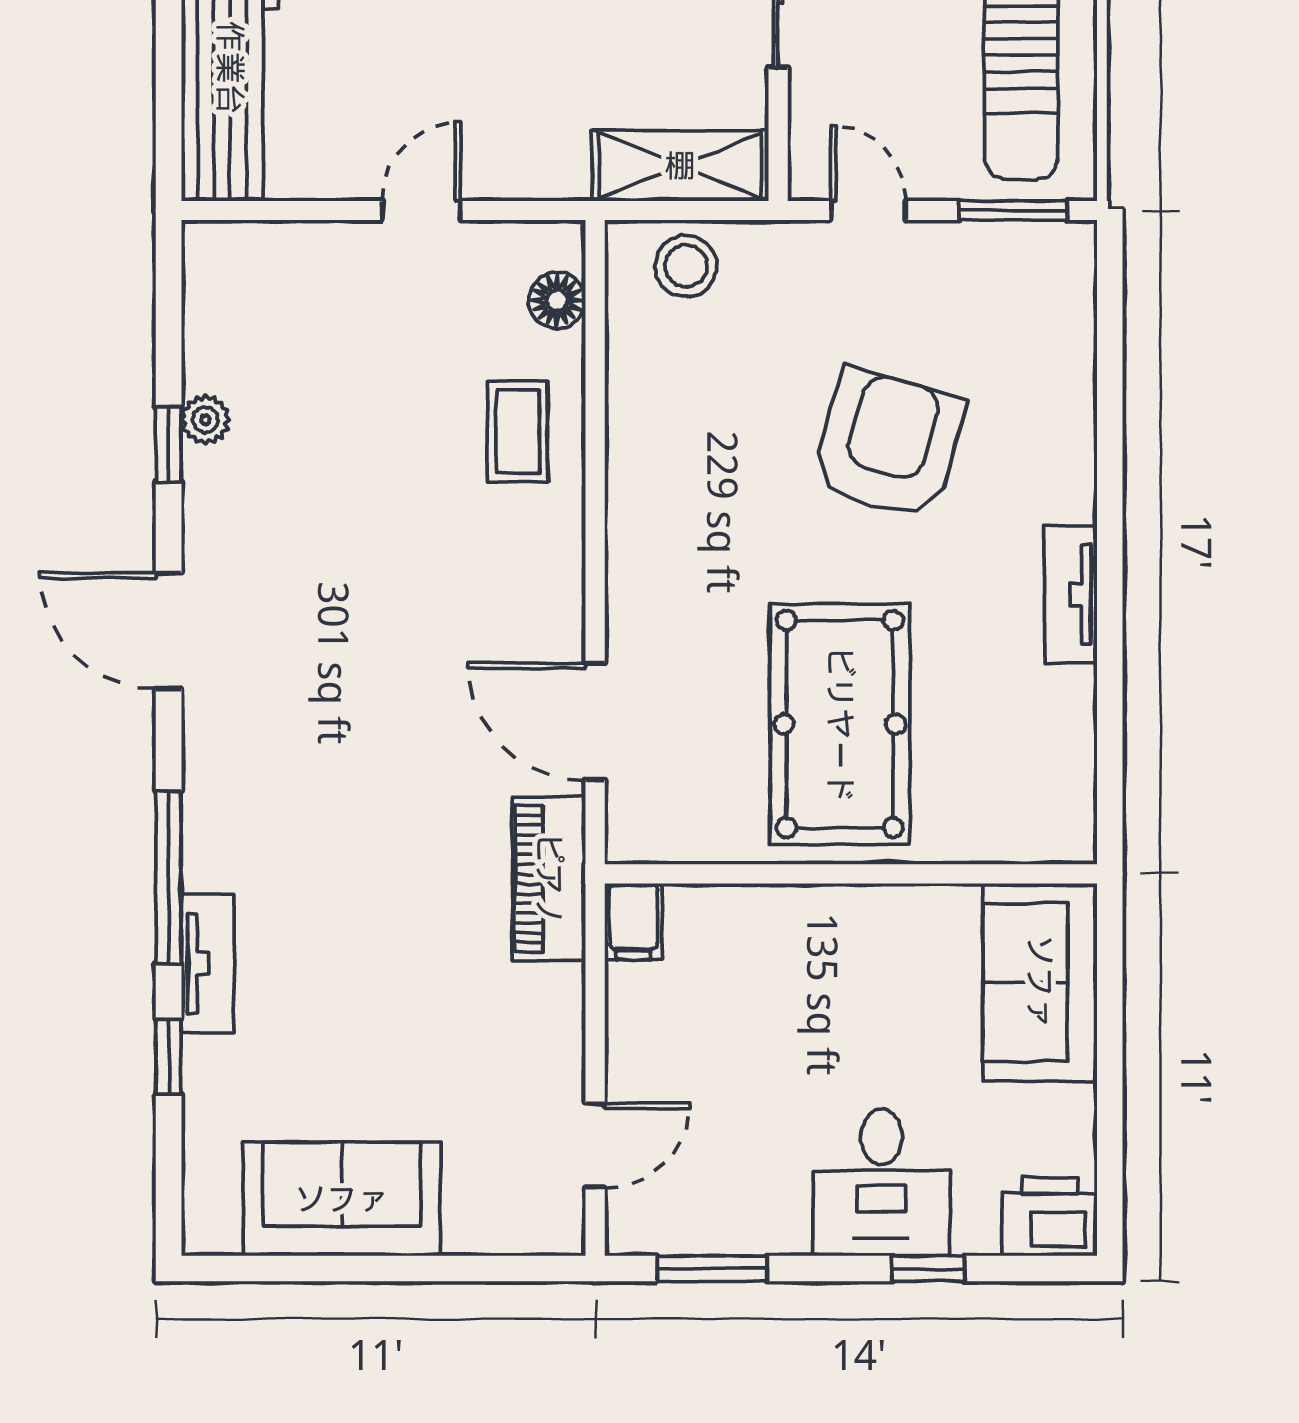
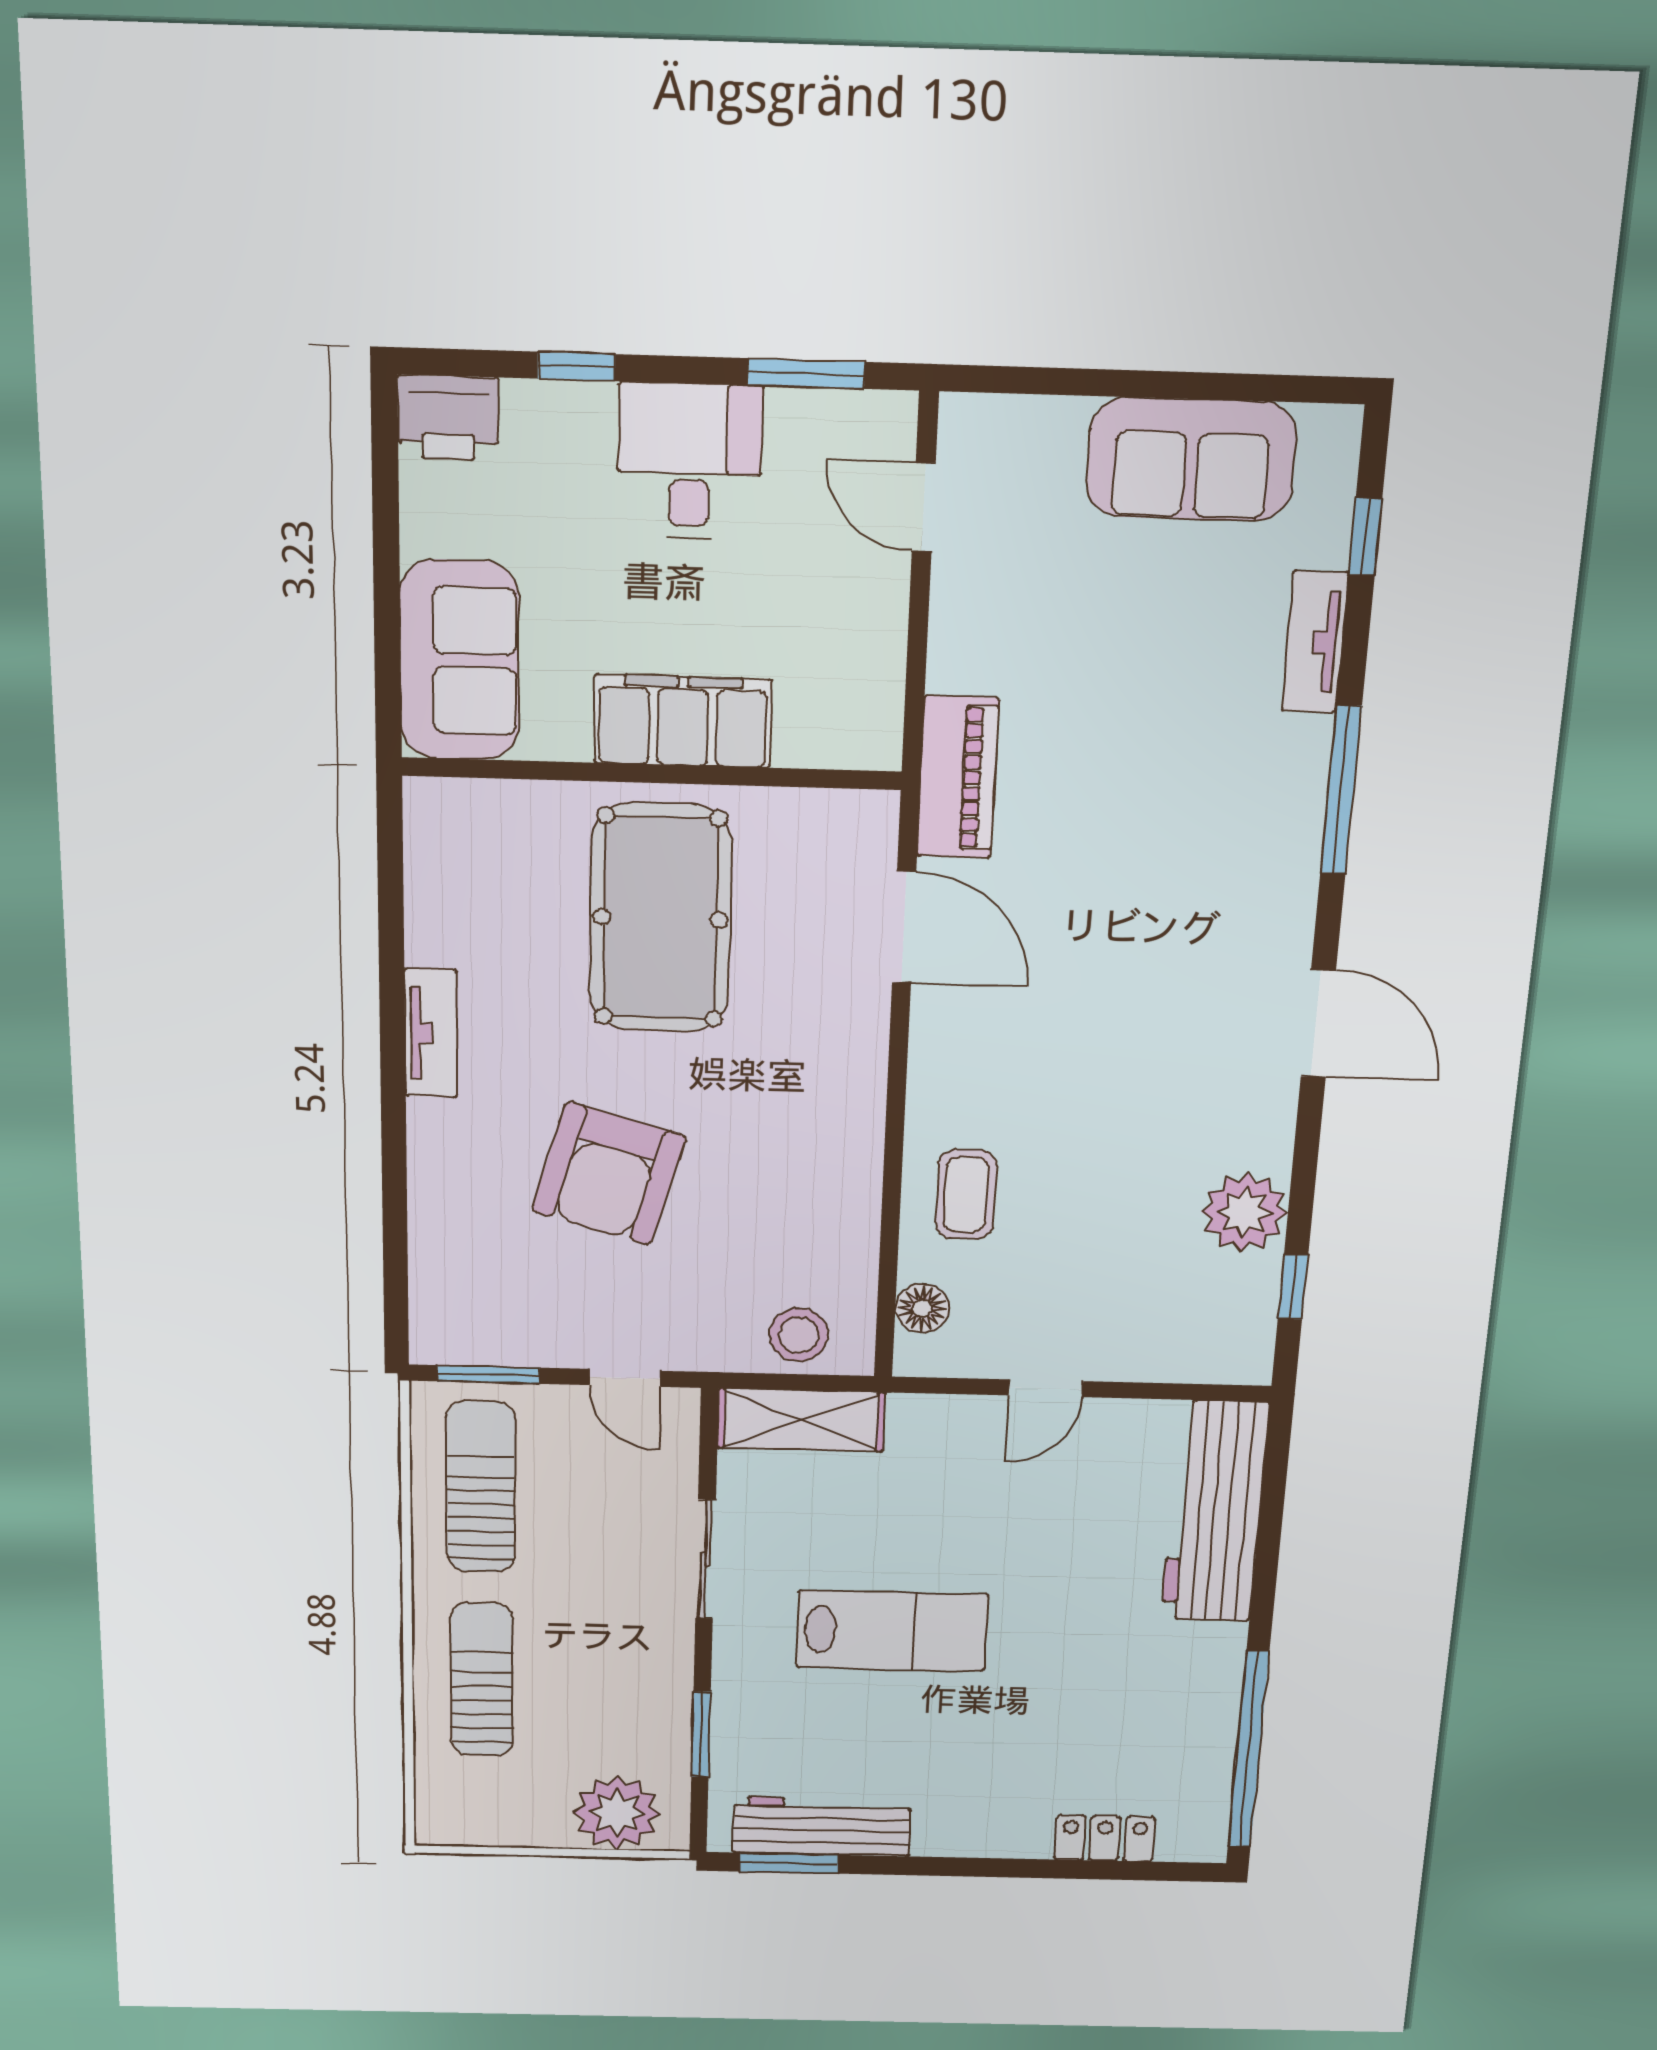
plant: (206, 420) -> (1244, 1212), width x1.88, depth x1.88
window: (169, 445) -> (1293, 1287), moved
filing cabinet: (633, 922) -> (683, 721), moved, width x3.00, depth x1.17
tv unit: (208, 963) -> (1315, 642), moved
window: (169, 1057) -> (1365, 537), moved
door: (595, 1146) -> (924, 507), hinge flipped
desk: (881, 1182) -> (690, 461), moved

